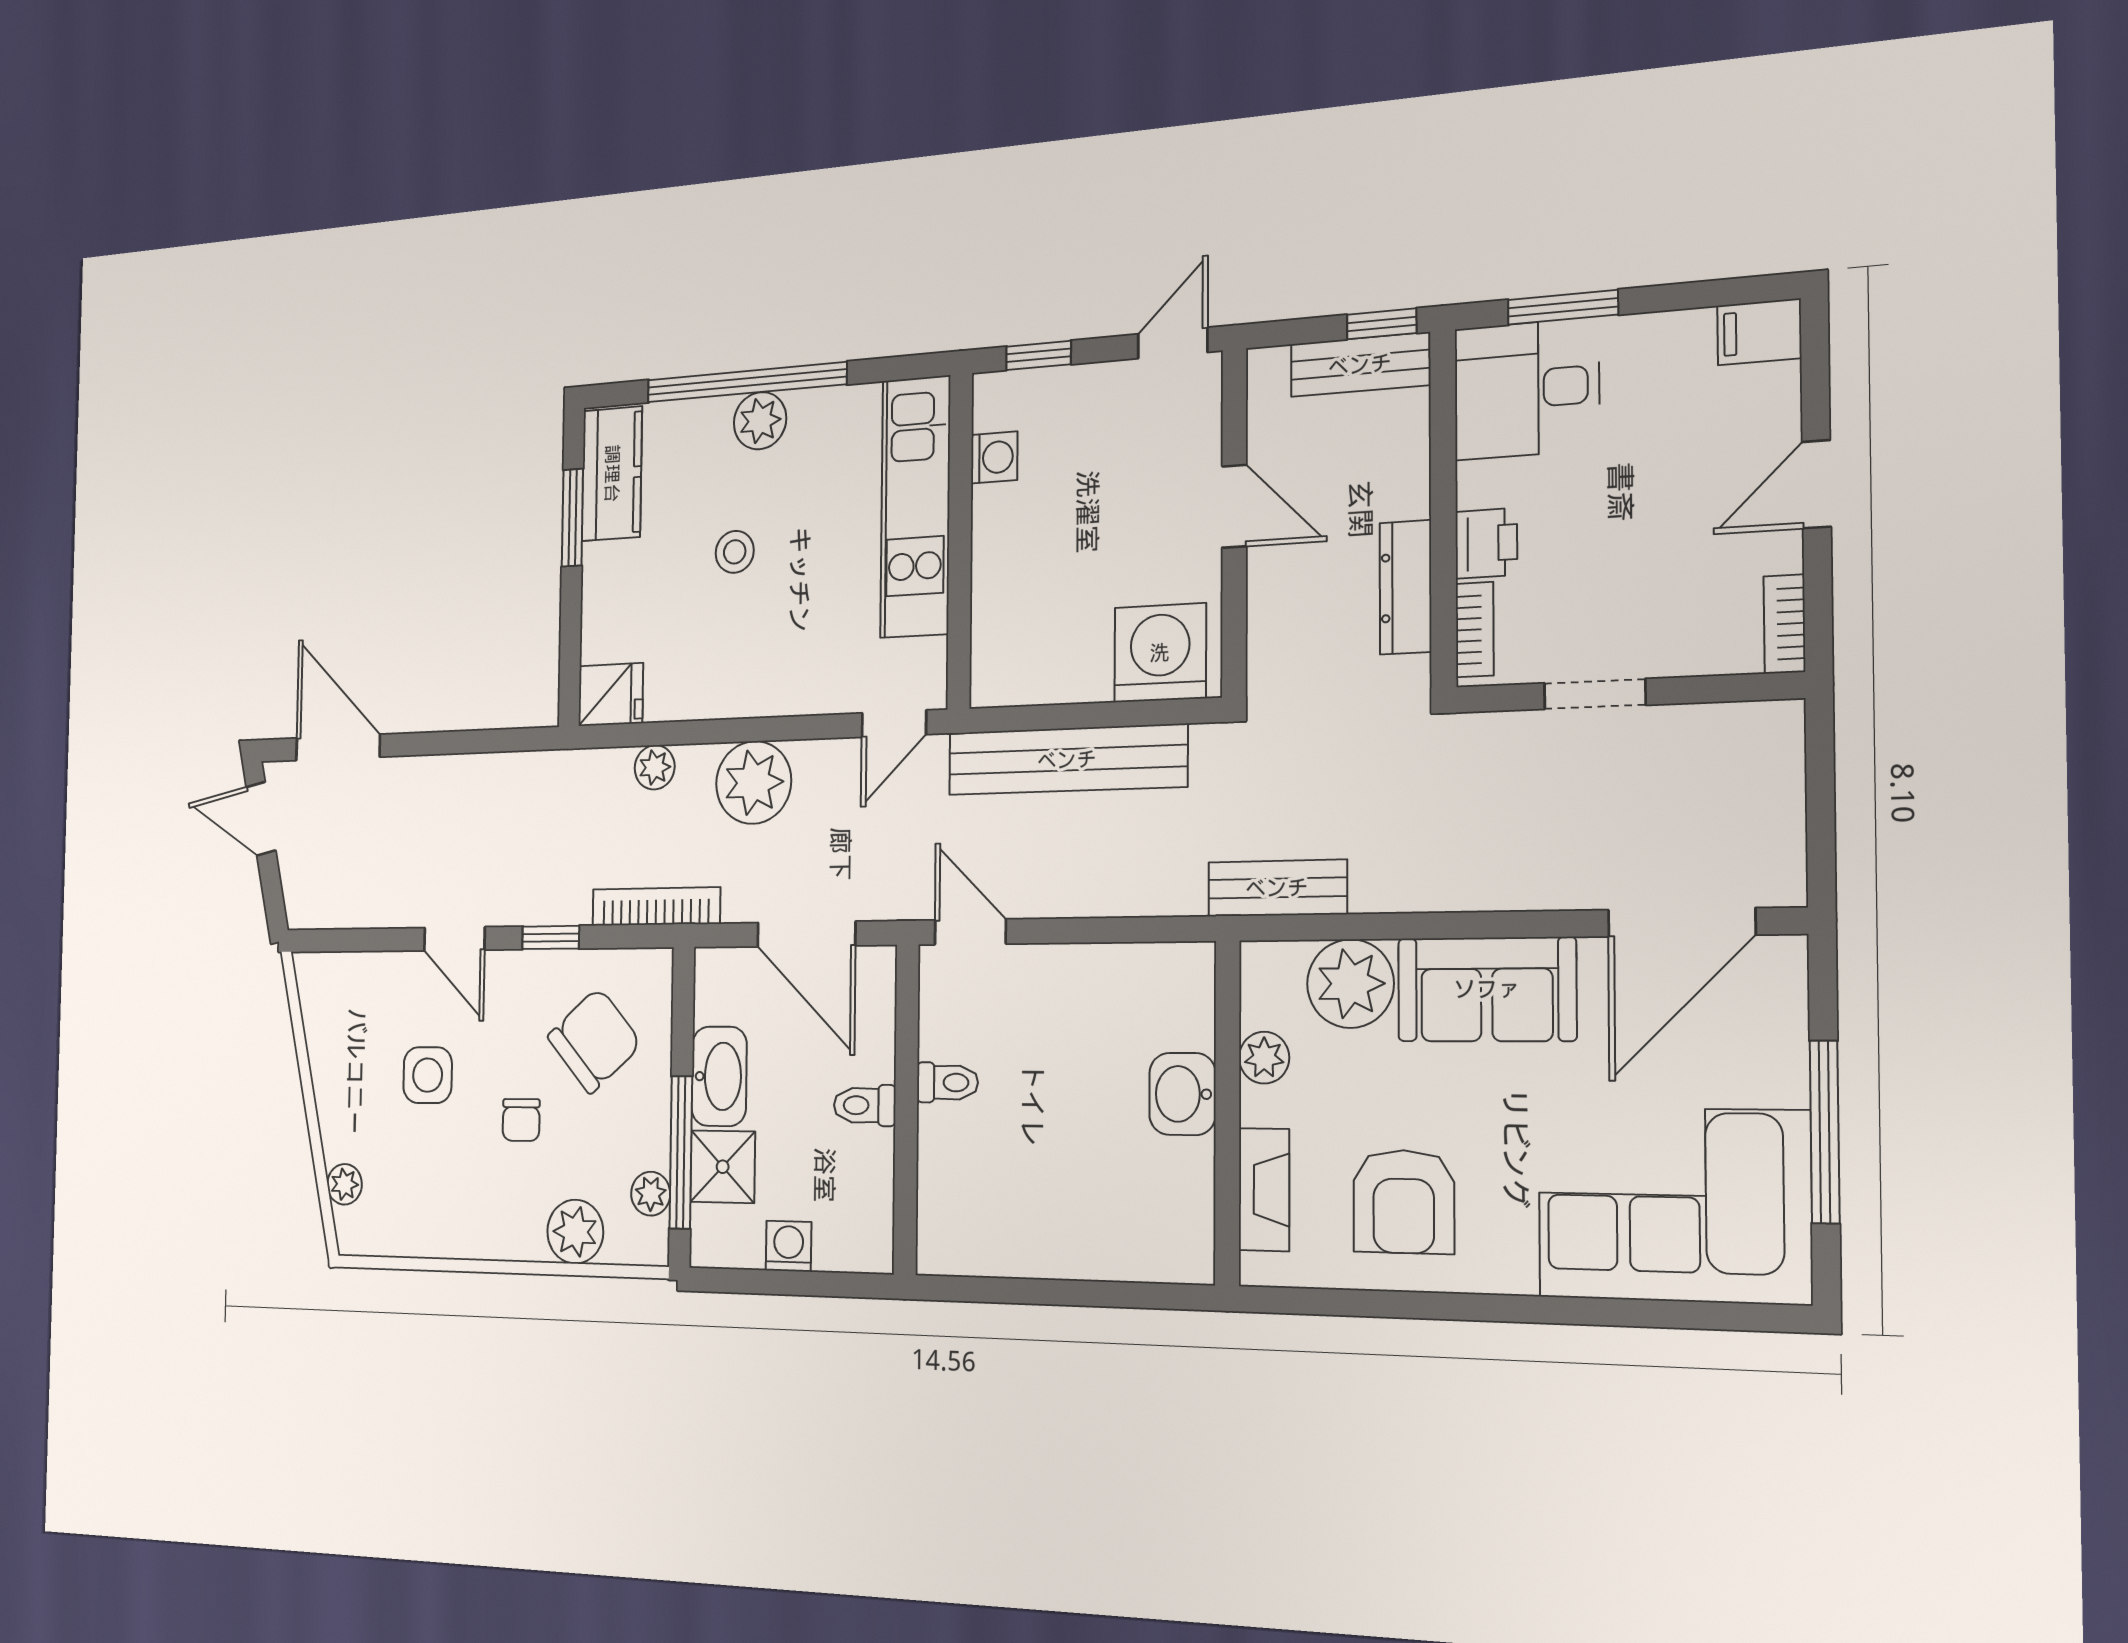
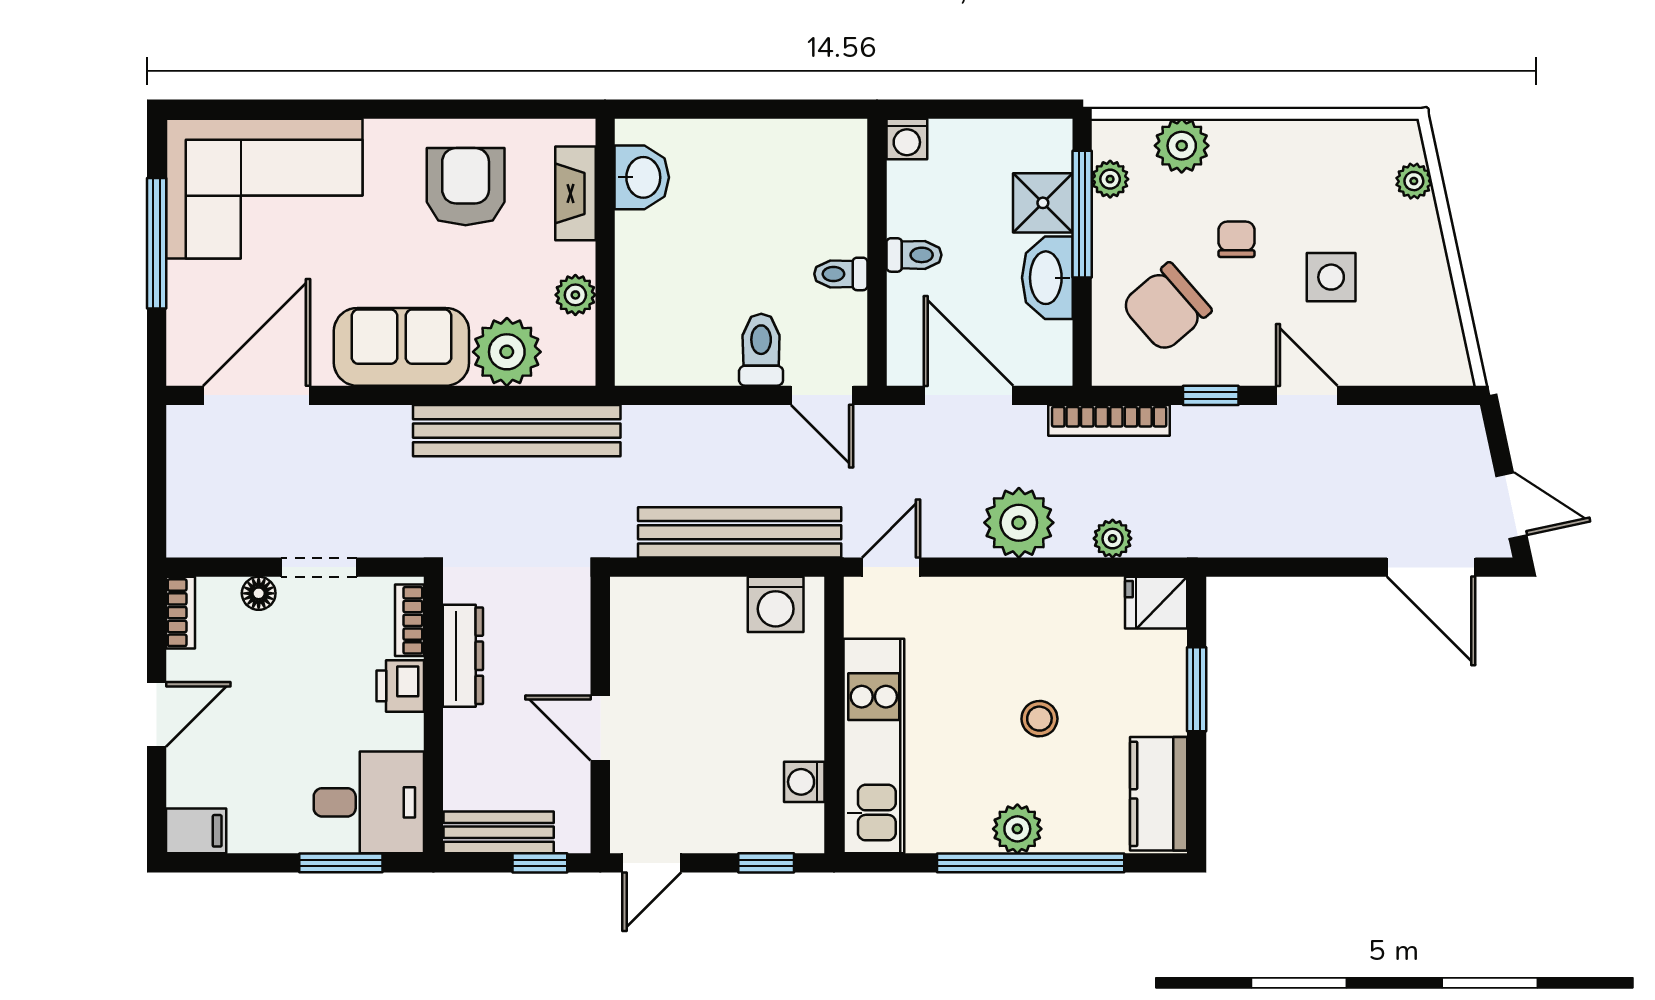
window: (1382, 324) -> (540, 863), moved
window: (572, 518) -> (1197, 689), moved
washing machine: (1160, 653) -> (776, 604), moved, width x0.73, depth x0.73
floor lamp: (1676, 655) -> (259, 593), added
bench: (1277, 888) -> (517, 431), width x1.86, depth x1.21
toilet: (1040, 988) -> (761, 350), added
washbasin: (1182, 1094) -> (642, 177), moved
washing machine: (789, 1246) -> (907, 139), moved

